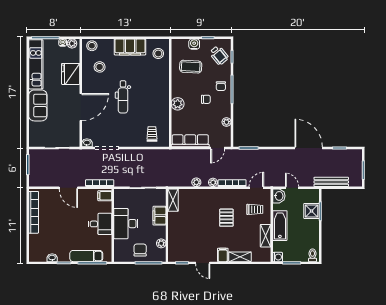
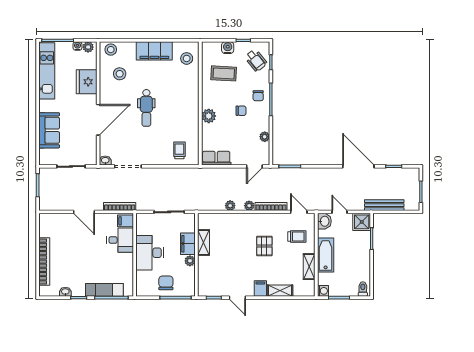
sofa: (38, 105) -> (49, 130), moved
row of seats: (190, 141) -> (216, 158), width x0.68
door: (256, 188) -> (299, 212), hinge flipped
shelving: (173, 200) -> (204, 243), moved
shower: (312, 211) -> (362, 222), moved
bookcase: (34, 212) -> (44, 262), moved
desk: (100, 224) -> (120, 240), moved
plant: (161, 243) -> (190, 261), moved

